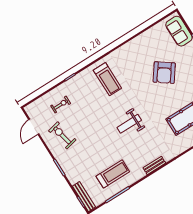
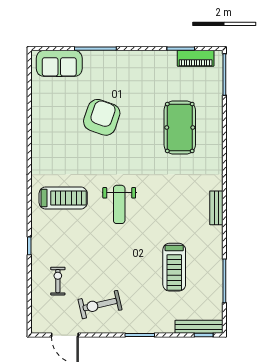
armchair: (164, 73) -> (102, 117), turned -107
weight bench: (129, 124) -> (119, 204), moved
treadmill: (113, 174) -> (174, 267), moved, turned 180

